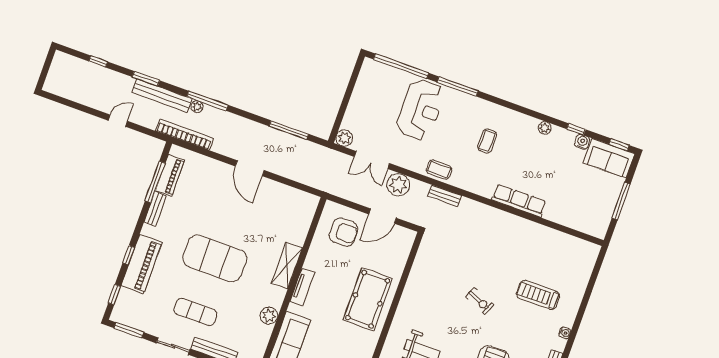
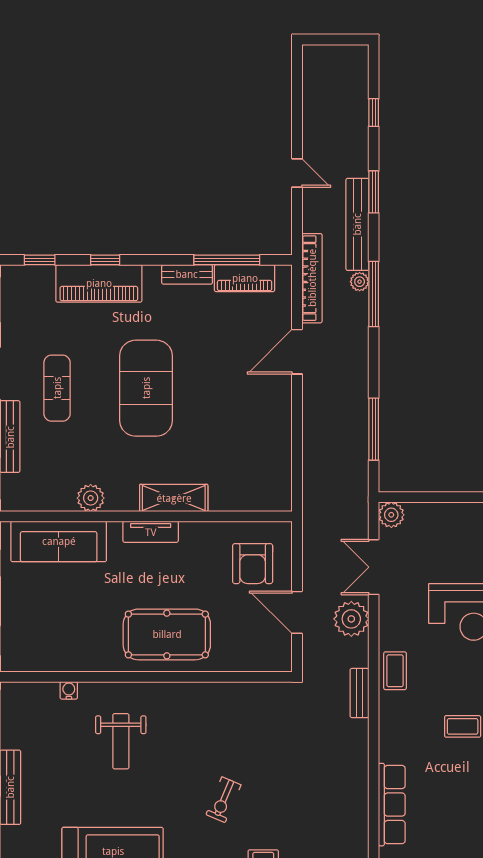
door: (250, 168) -> (297, 352), moved

